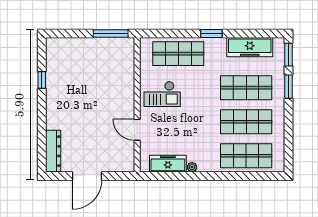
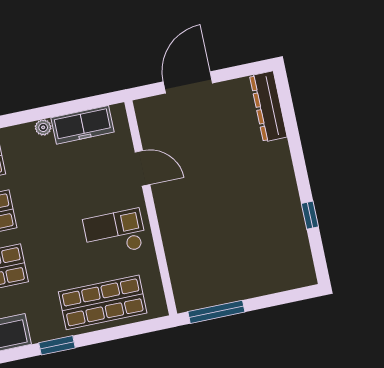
door: (87, 176) -> (188, 82), moved

